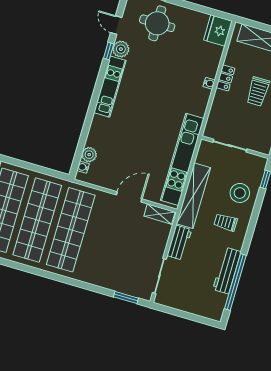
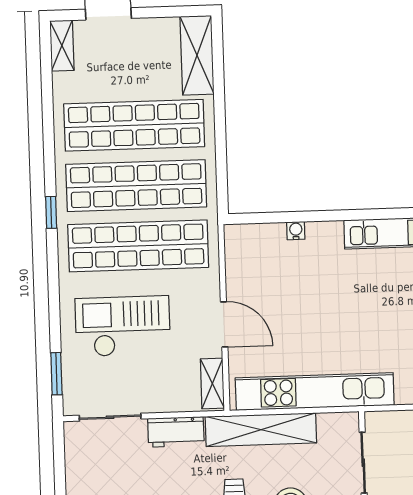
plant: (89, 155) -> (272, 235), removed
water cooler: (83, 167) -> (296, 231), moved
checkout: (112, 253) -> (123, 326), added
window: (37, 271) -> (51, 212), added

